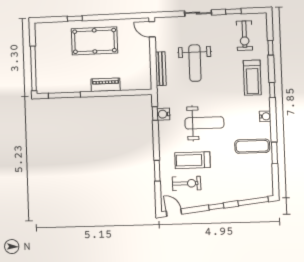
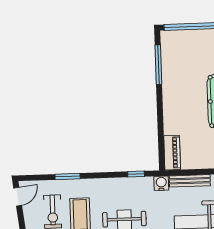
piano: (106, 85) -> (172, 153), moved
water cooler: (163, 114) -> (161, 183), moved

